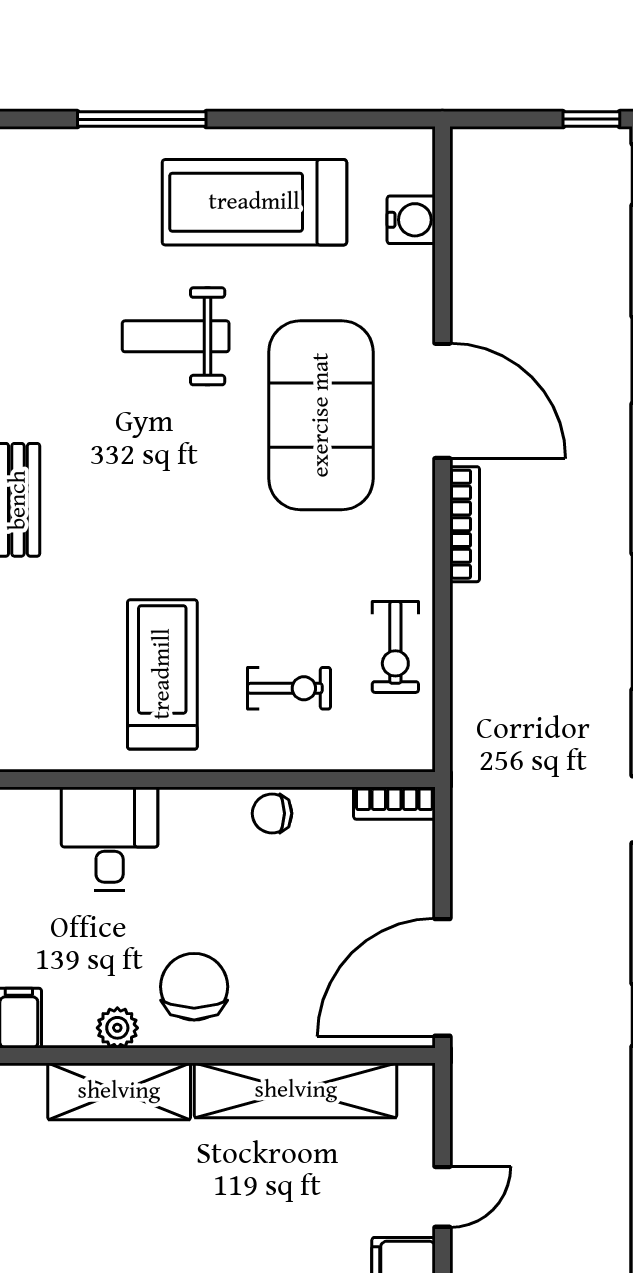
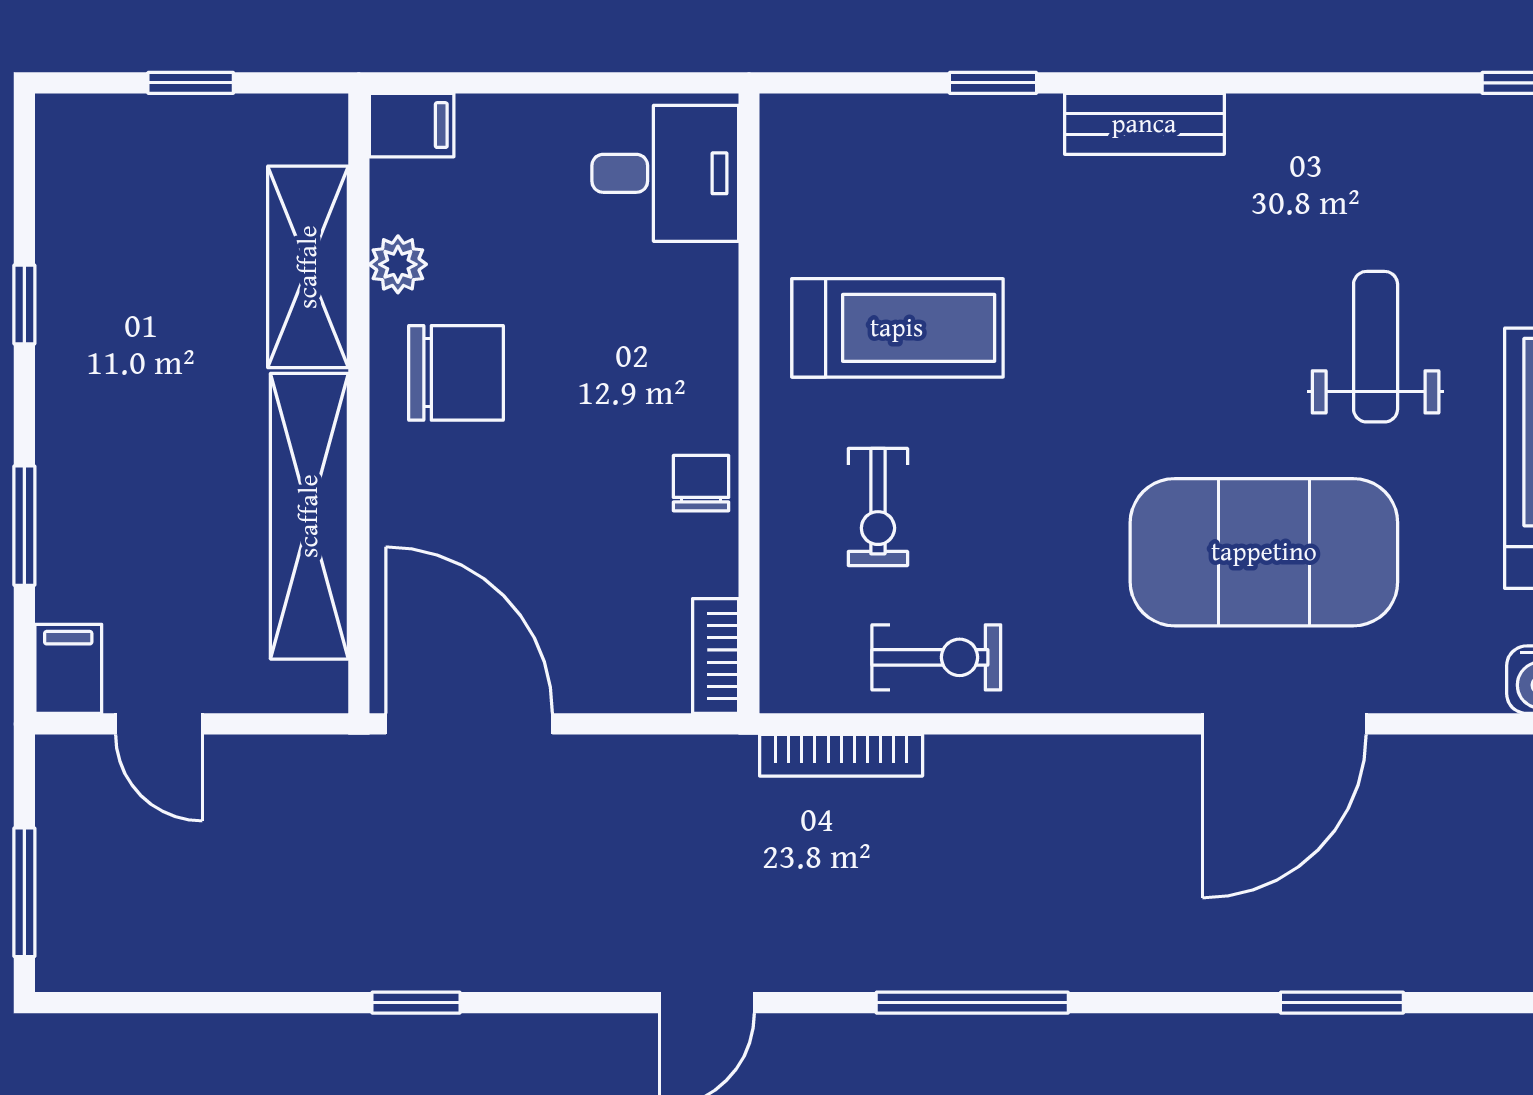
bookcase: (465, 524) -> (841, 755), moved
exercise bike: (395, 647) -> (936, 657), turned 180
desk: (110, 839) -> (665, 173), moved

